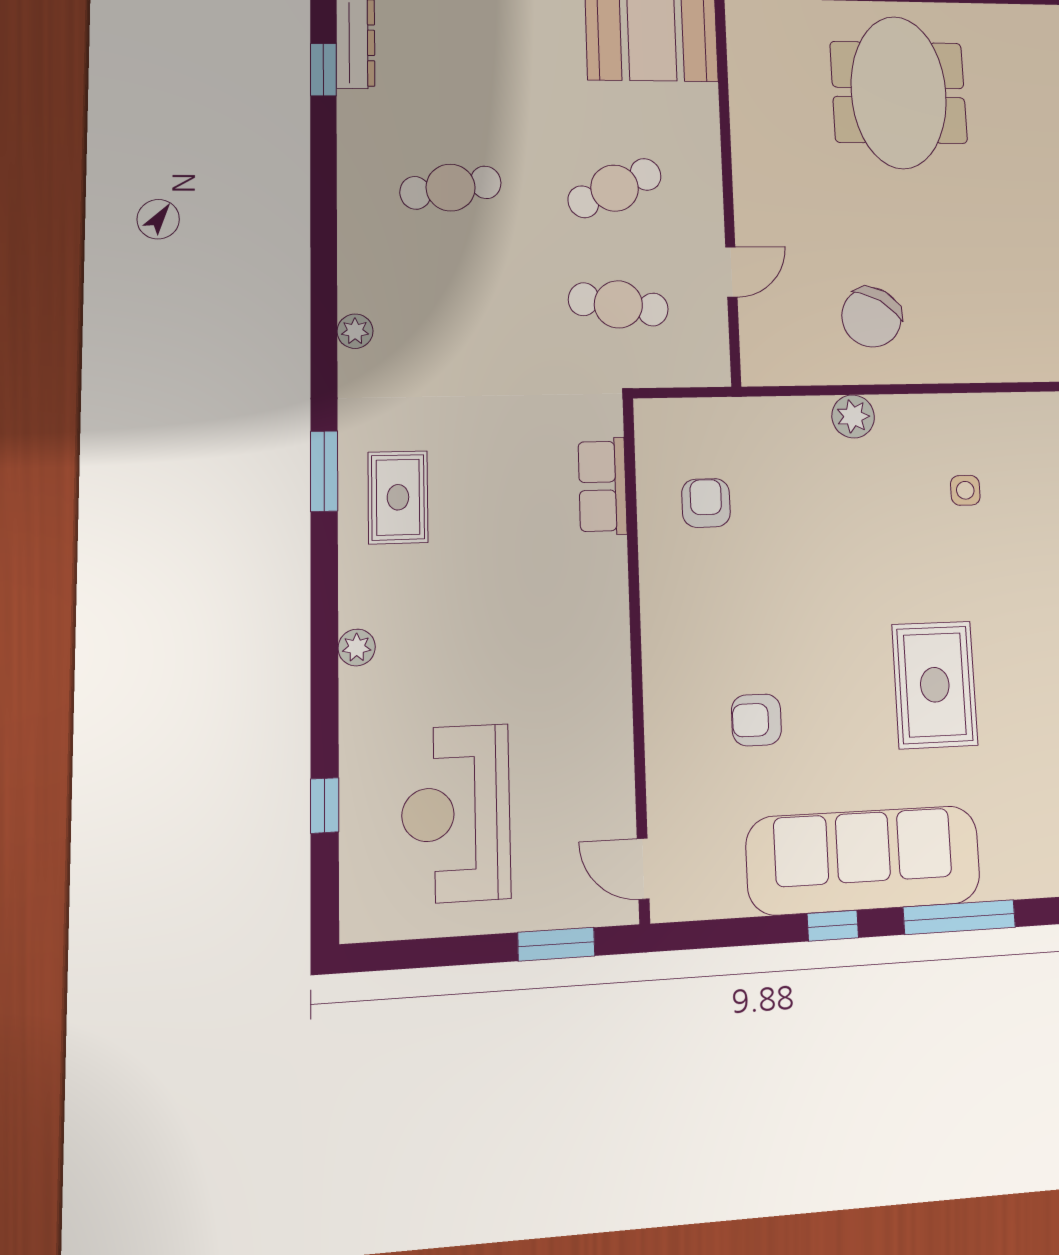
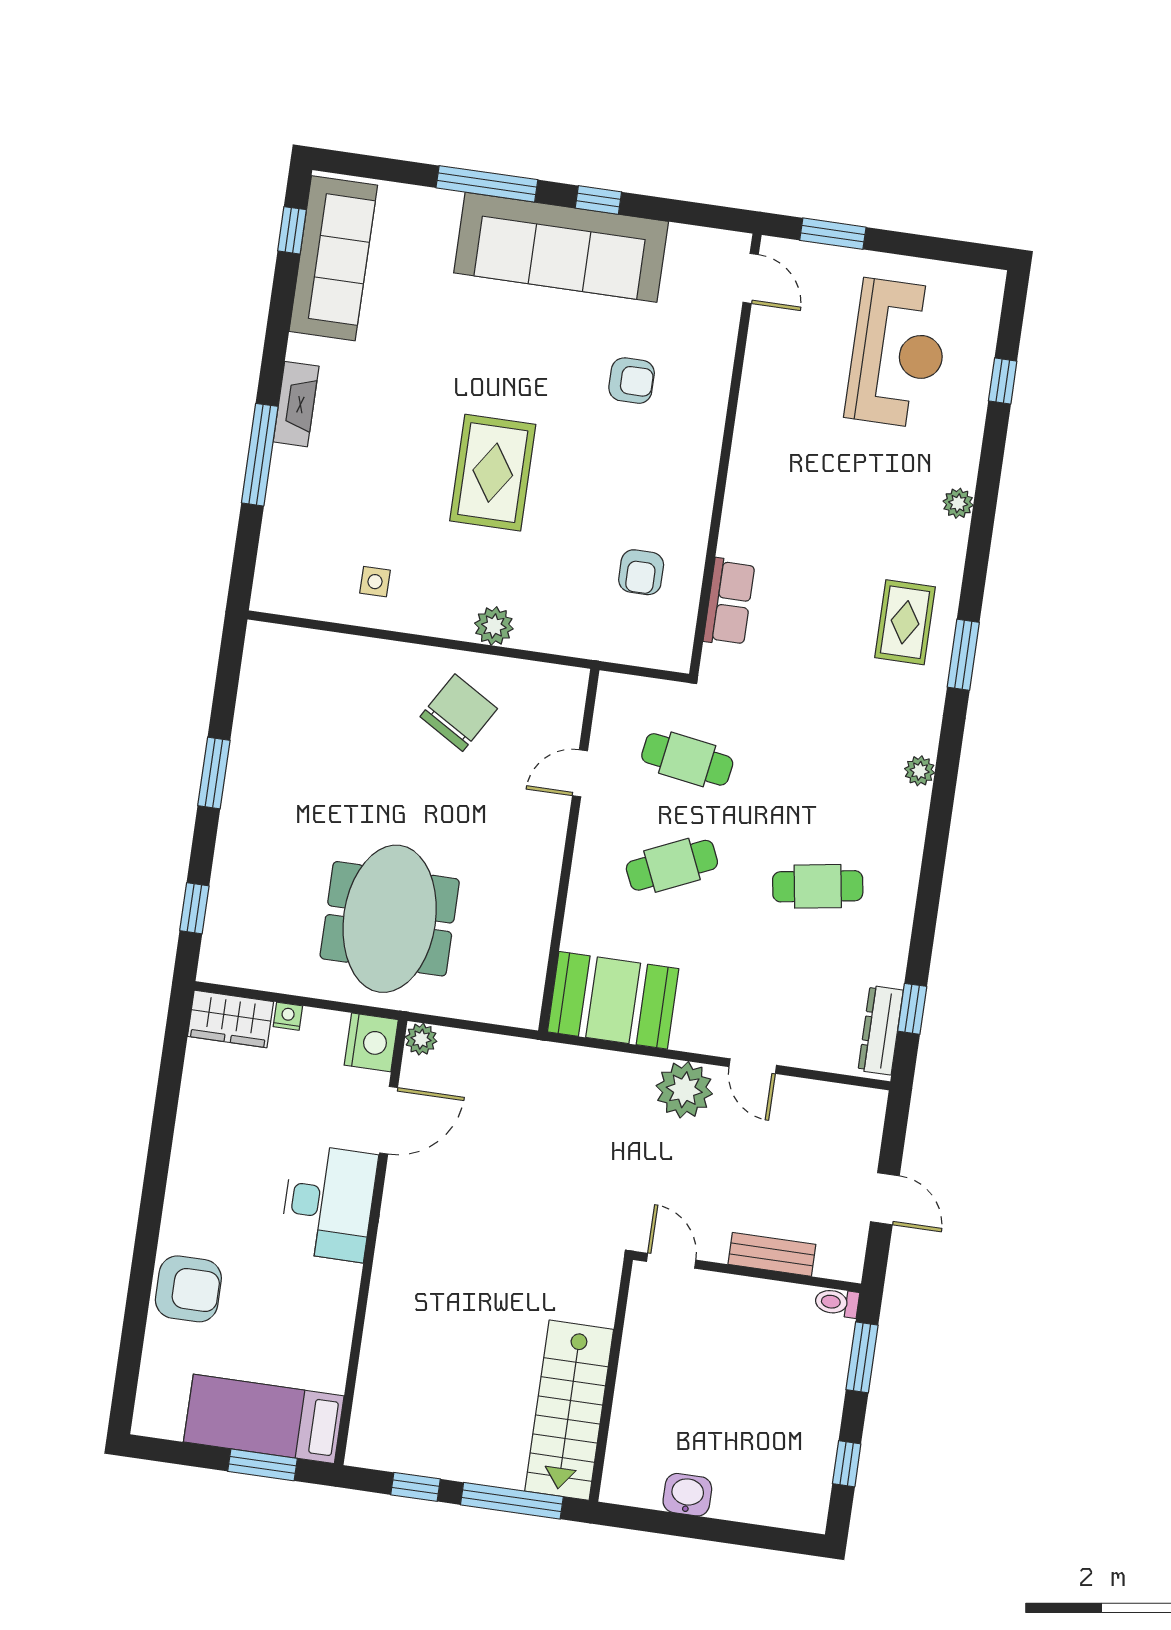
side table: (965, 490) -> (375, 582), moved
rug: (935, 685) -> (493, 473), moved

